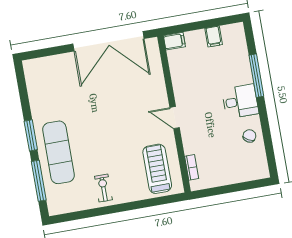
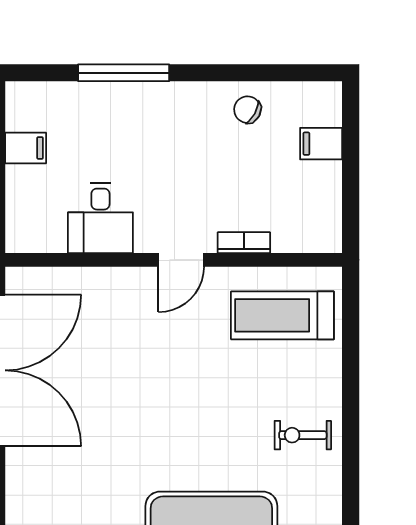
filing cabinet: (174, 41) -> (321, 144), moved, turned -90
desk: (240, 101) -> (100, 218), moved, turned 180
bookcase: (192, 167) -> (244, 243), moved

